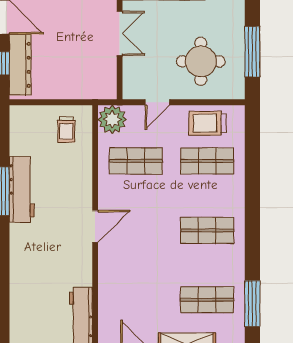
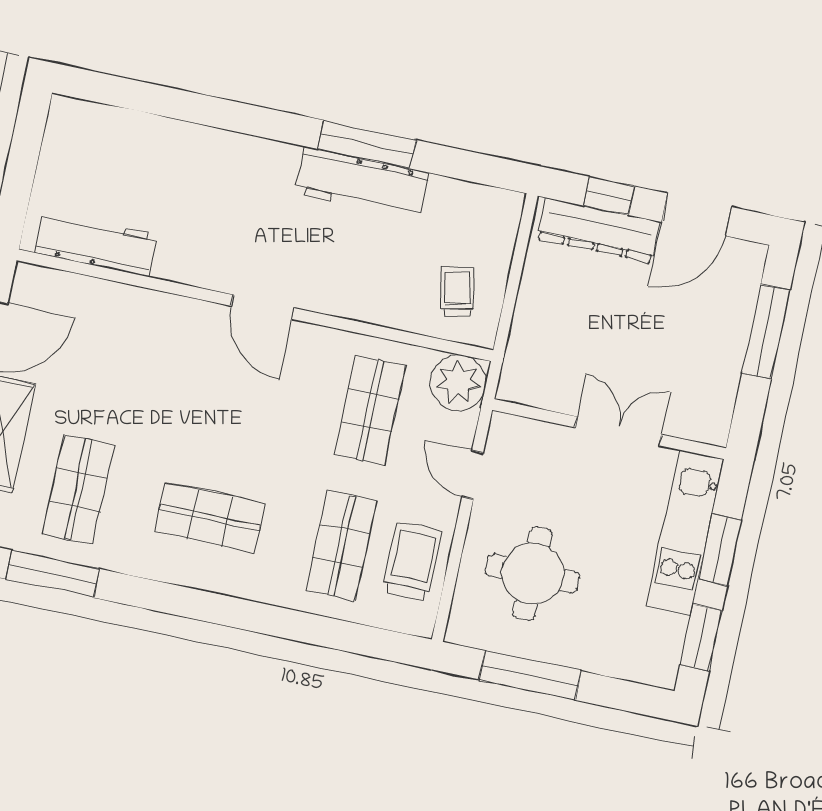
double door: (120, 33) -> (618, 431), swing flipped
trolley: (66, 130) -> (458, 291), turned 78
shop shelf: (207, 230) -> (210, 518), turned 90

